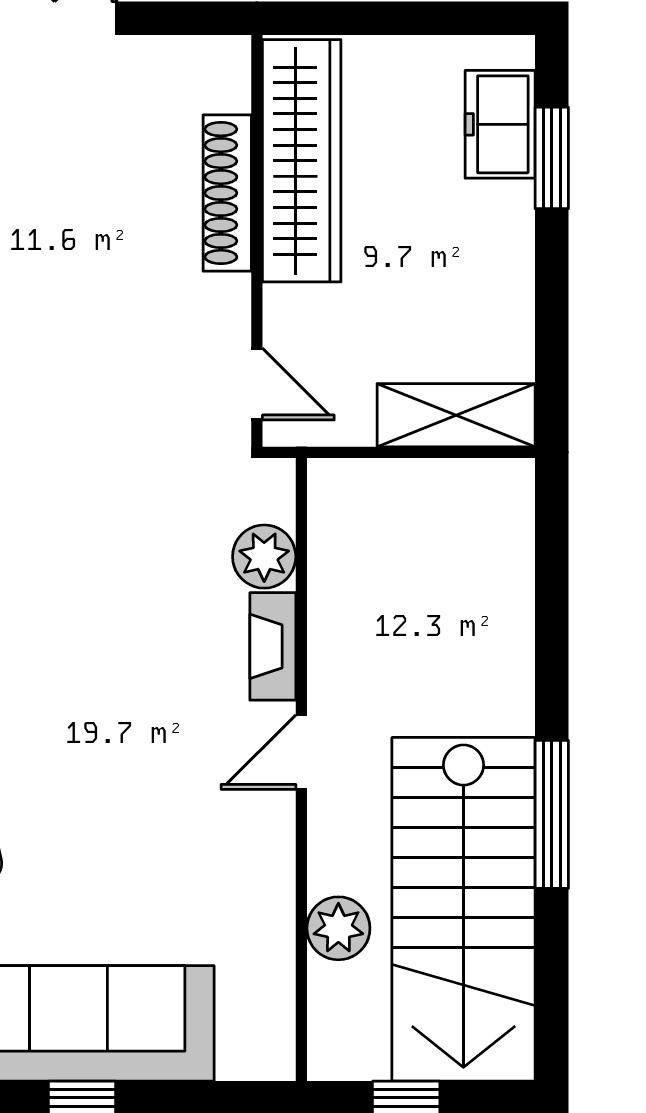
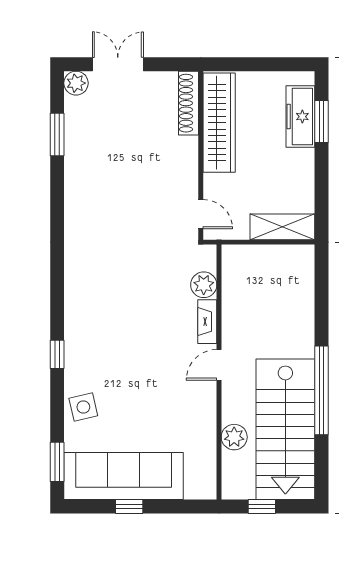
freezer: (500, 124) -> (300, 117), width x1.40
shoe rack: (227, 193) -> (189, 103), moved
window: (552, 814) -> (322, 390), width x1.46

